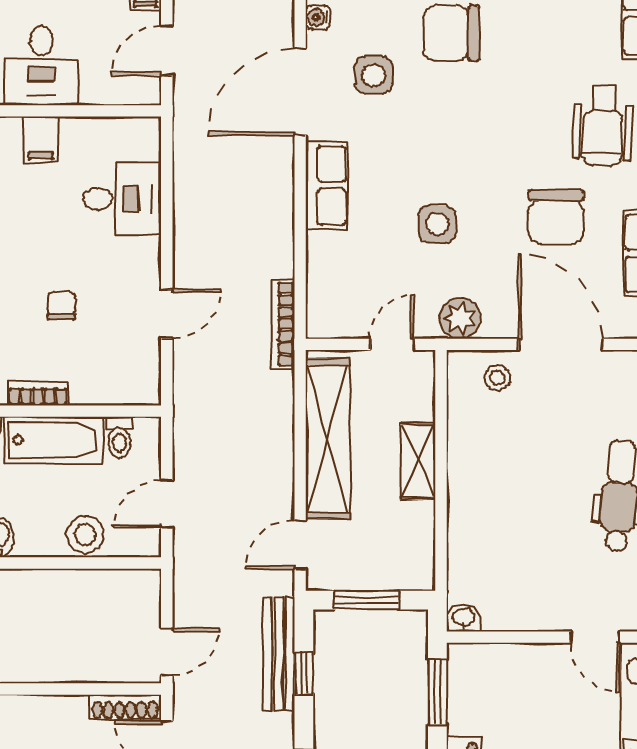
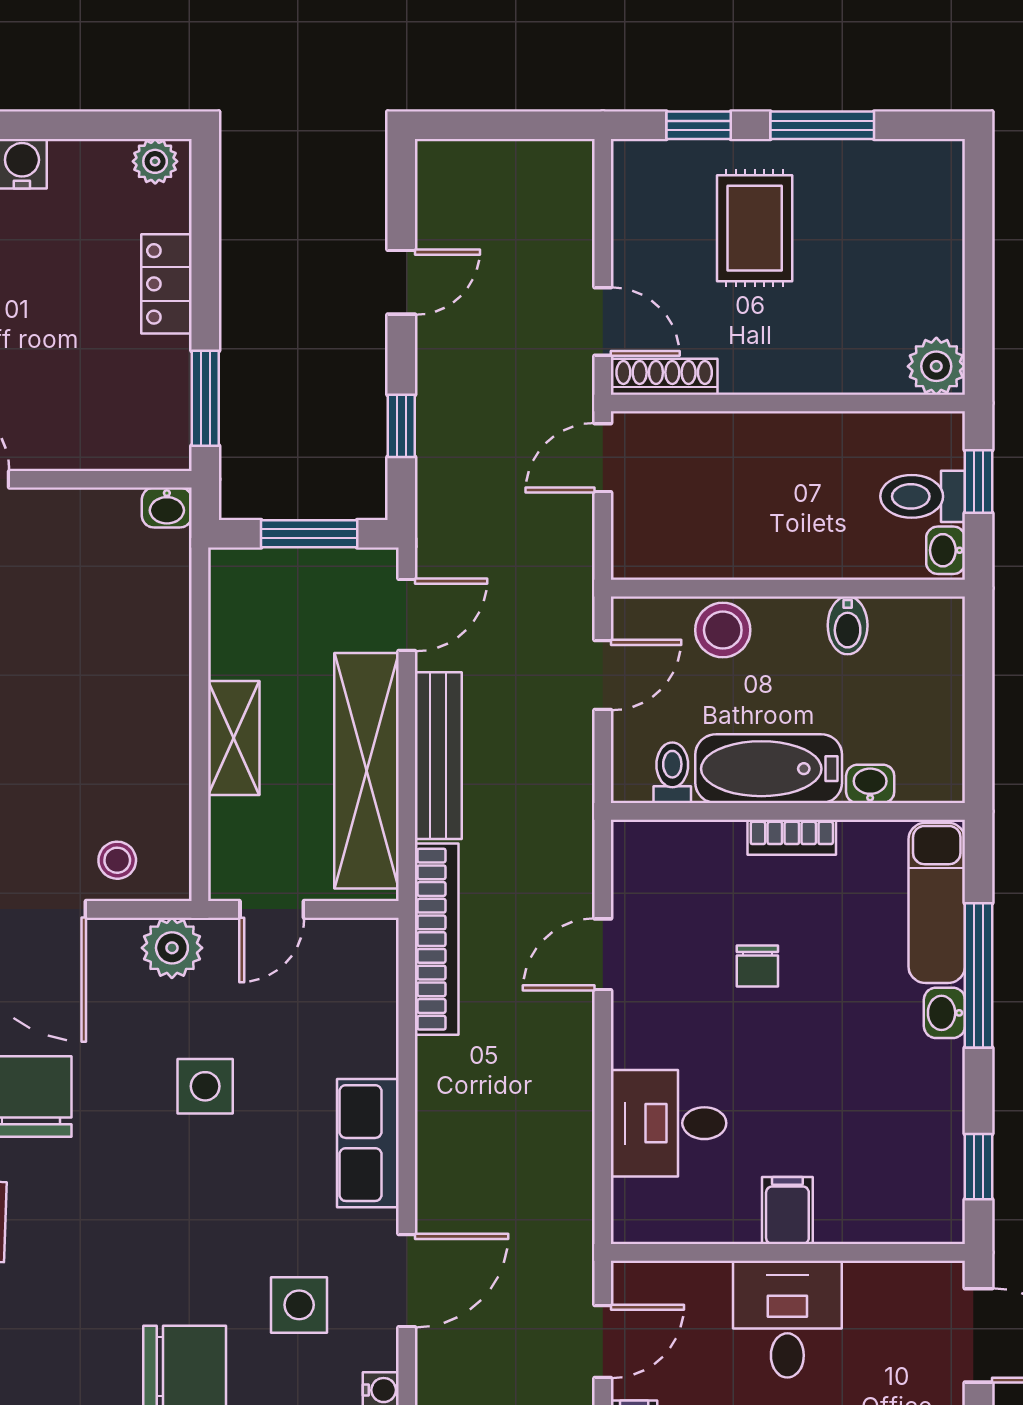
door: (300, 92) -> (407, 1281), width x0.73
bookcase: (283, 324) -> (437, 939), width x1.48, depth x1.31
bench: (279, 654) -> (438, 756), moved

